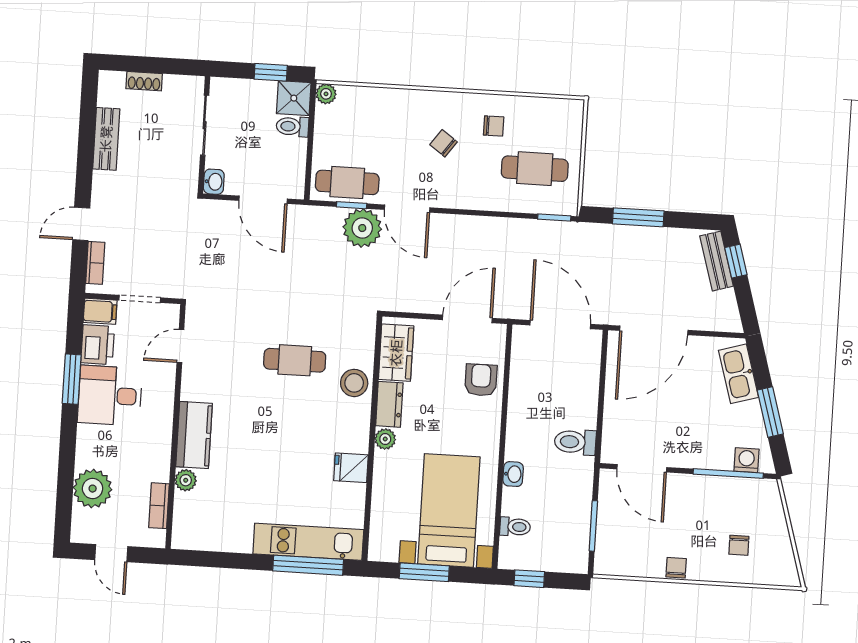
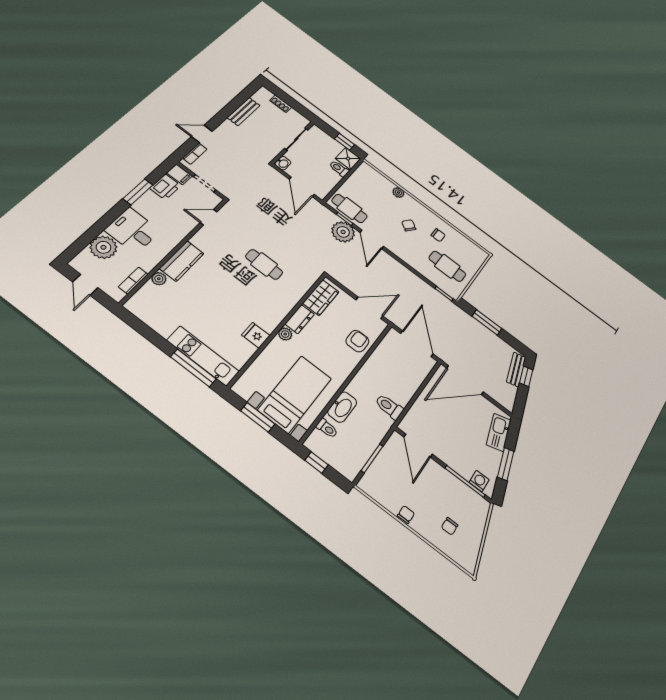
plant: (326, 94) -> (398, 193), moved
stool: (354, 383) -> (288, 296), removed
desk: (110, 395) -> (133, 231), moved
washbasin: (513, 474) -> (342, 407), width x1.91, depth x1.45

